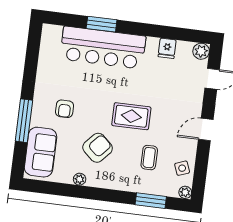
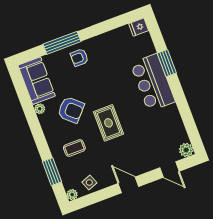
bar counter: (103, 48) -> (153, 83), width x0.73
fridge: (167, 48) -> (139, 27), moved
armchair: (65, 109) -> (79, 58), moved
sofa: (41, 152) -> (37, 81), moved, turned -90
coffee table: (149, 158) -> (74, 148), moved

